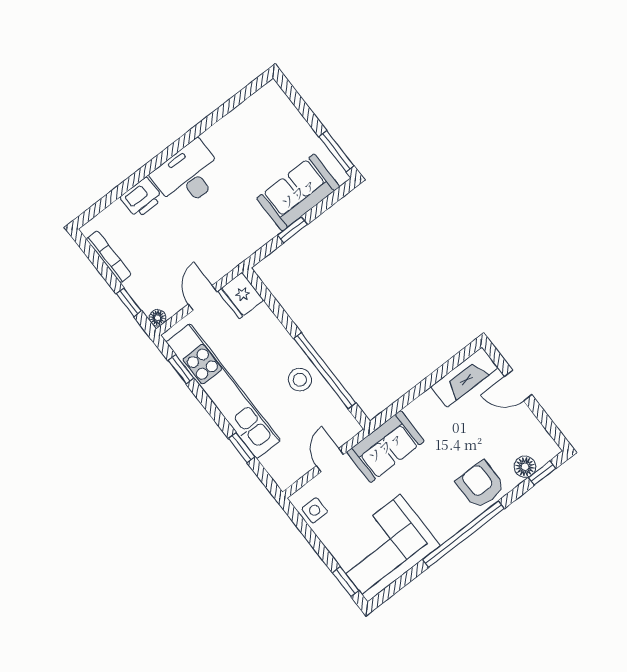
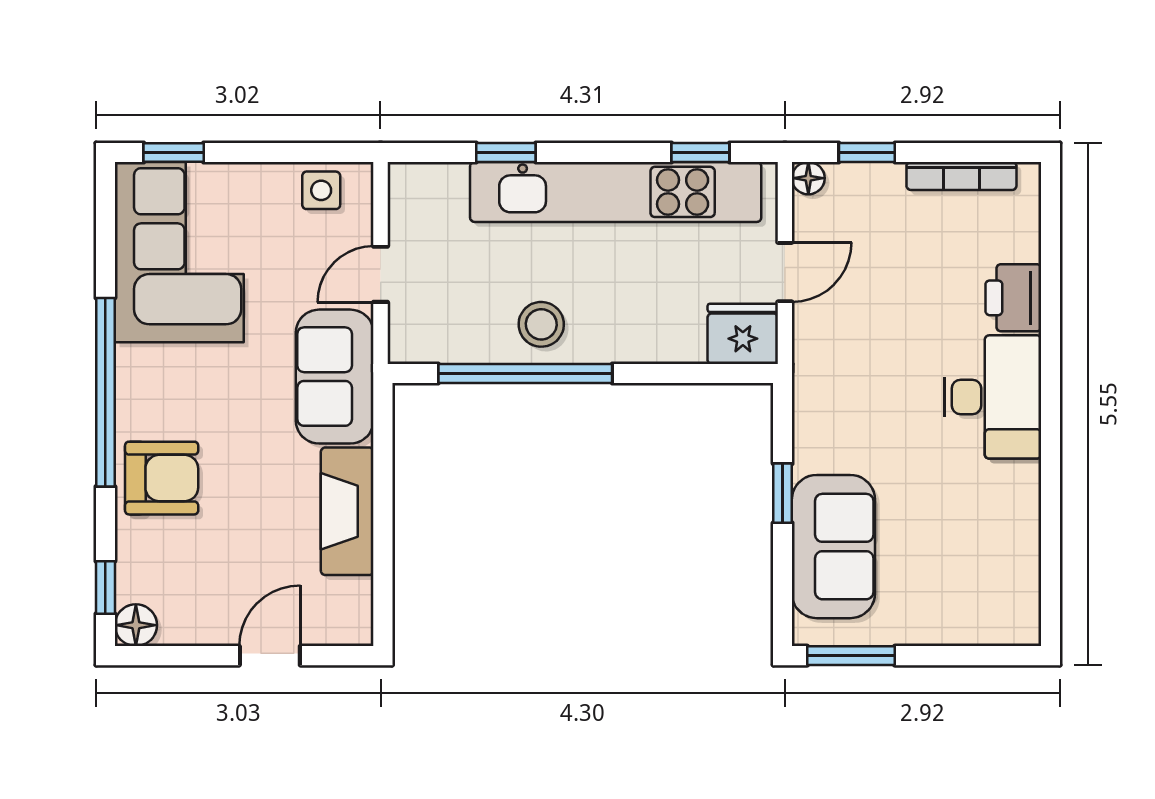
door: (203, 298) -> (785, 272), hinge flipped
fireplace: (464, 377) -> (347, 511), moved
door: (330, 460) -> (381, 274), swing flipped
floor lamp: (525, 467) -> (136, 625), moved

